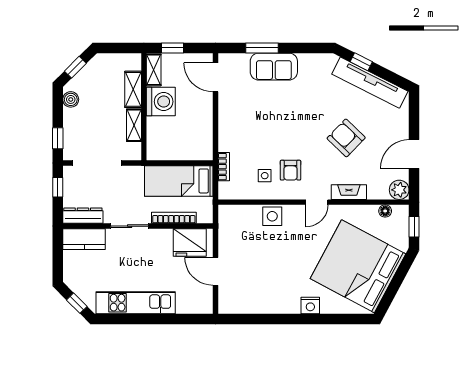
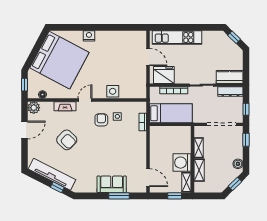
kitchen unit: (136, 303) -> (177, 37), moved

